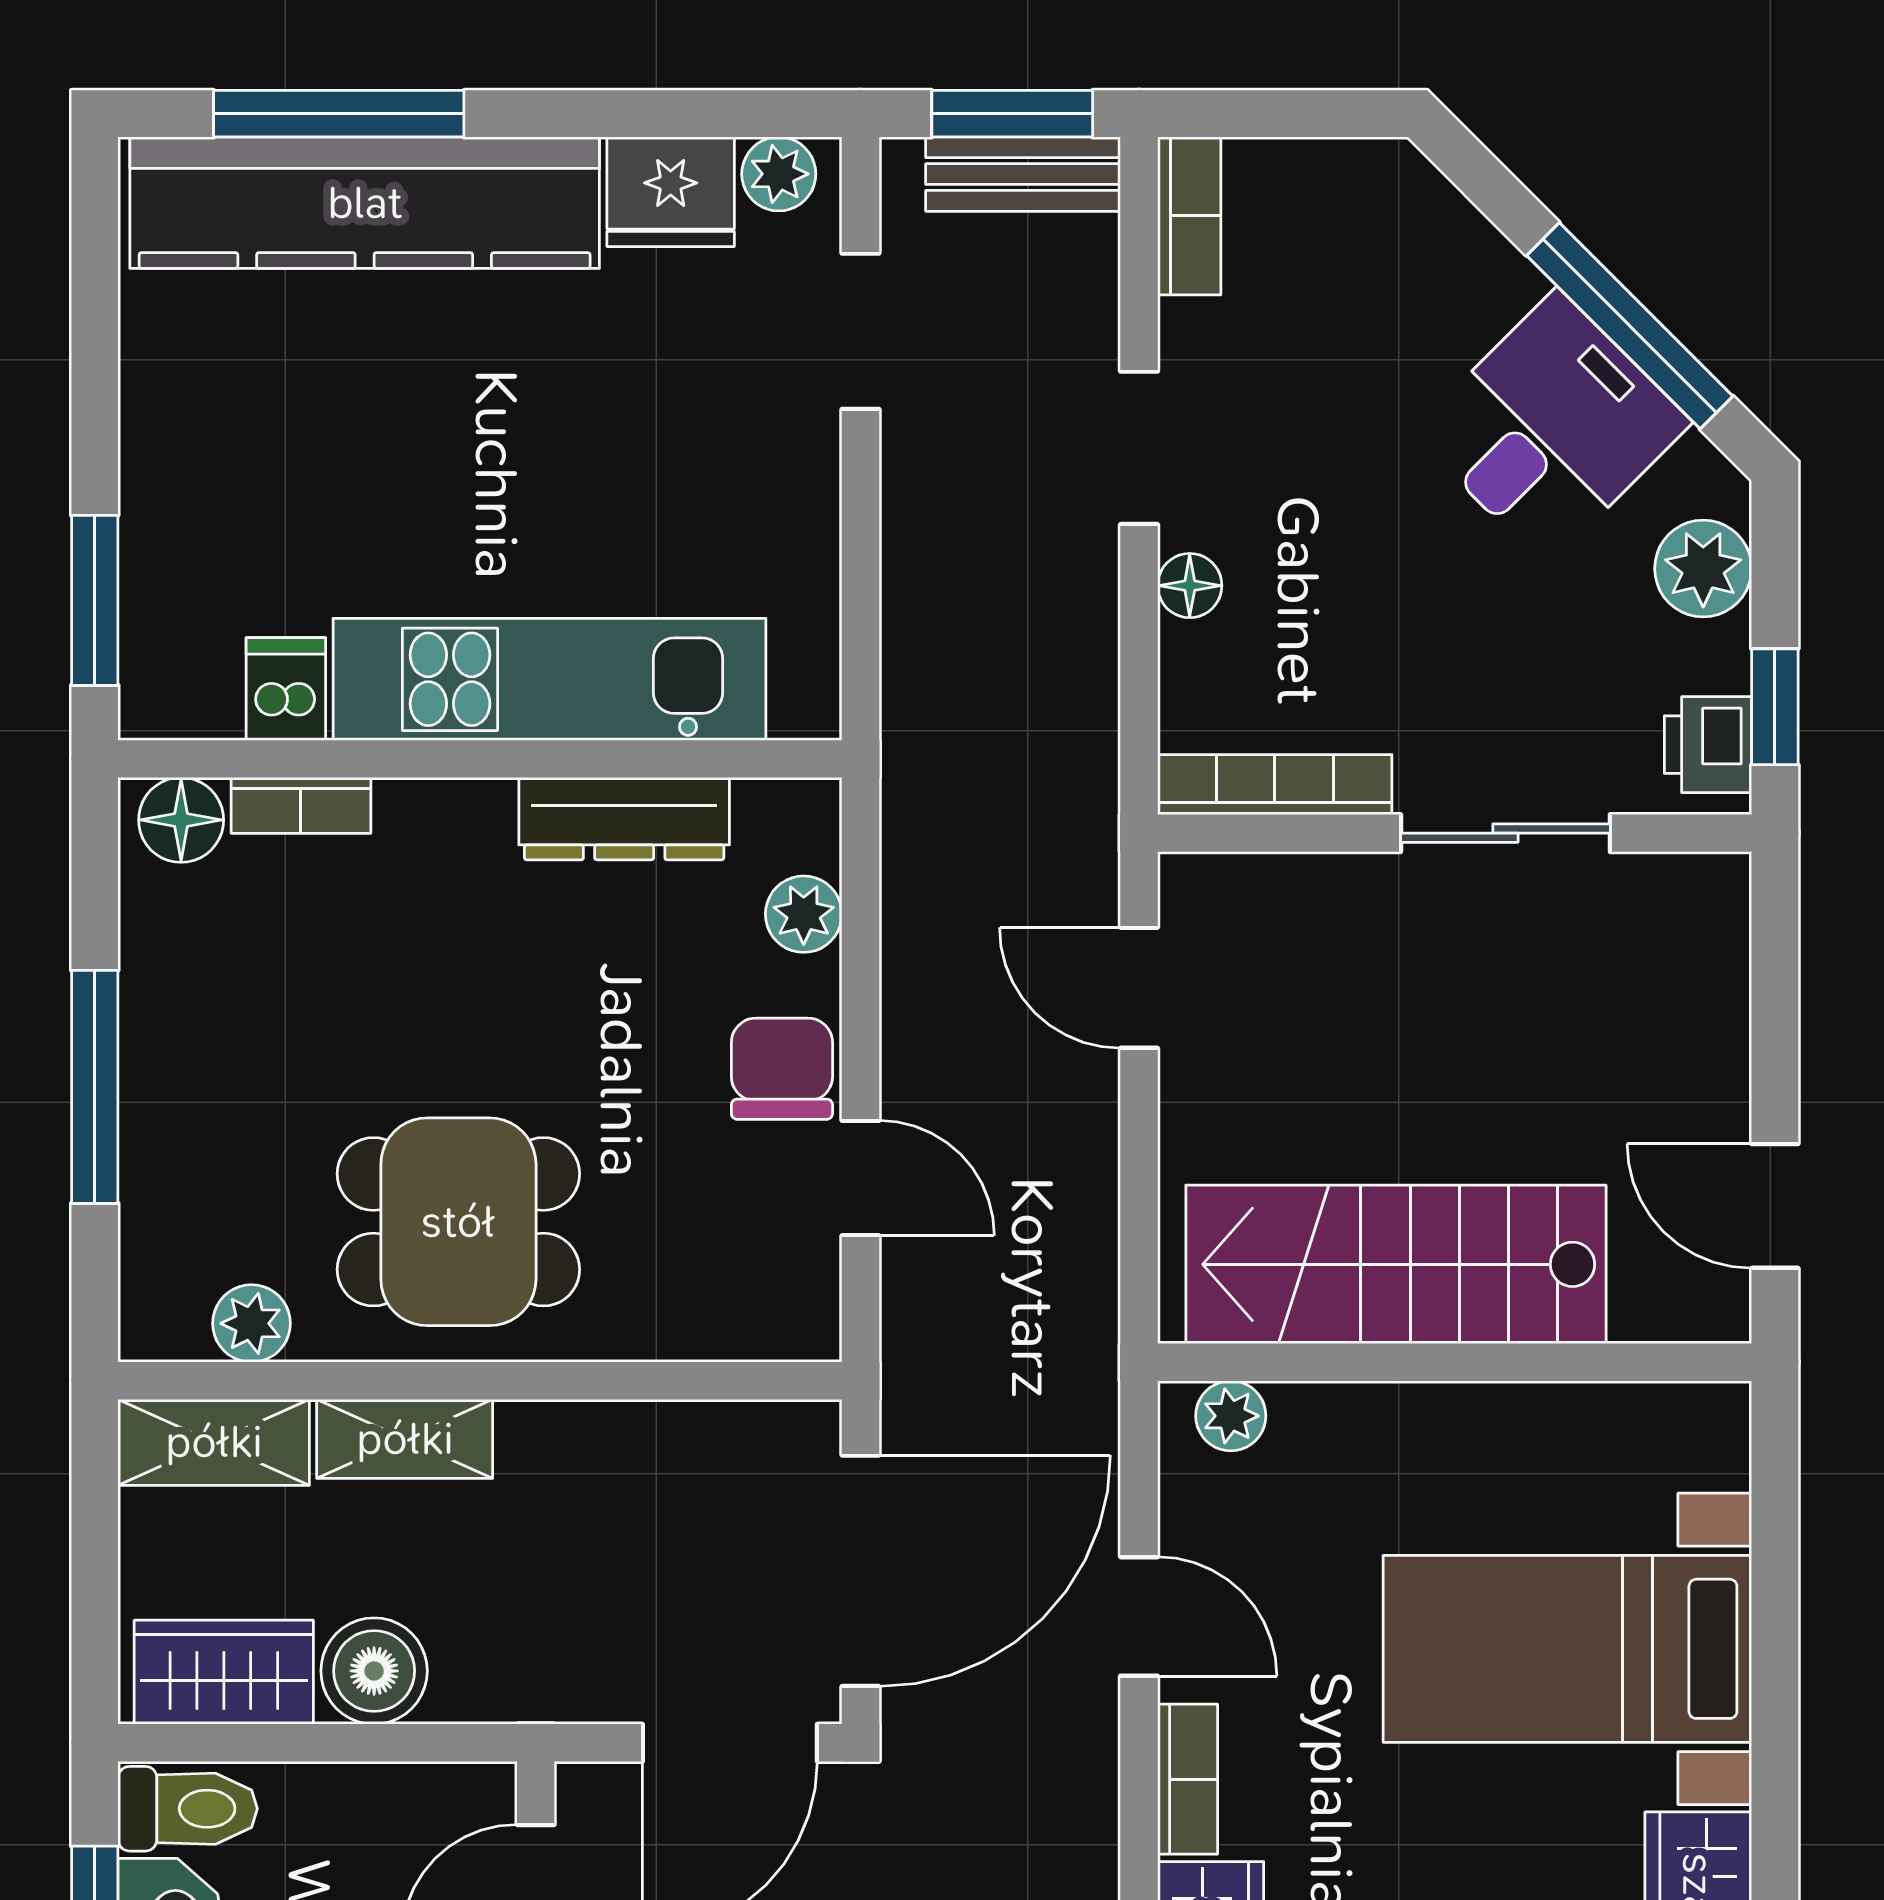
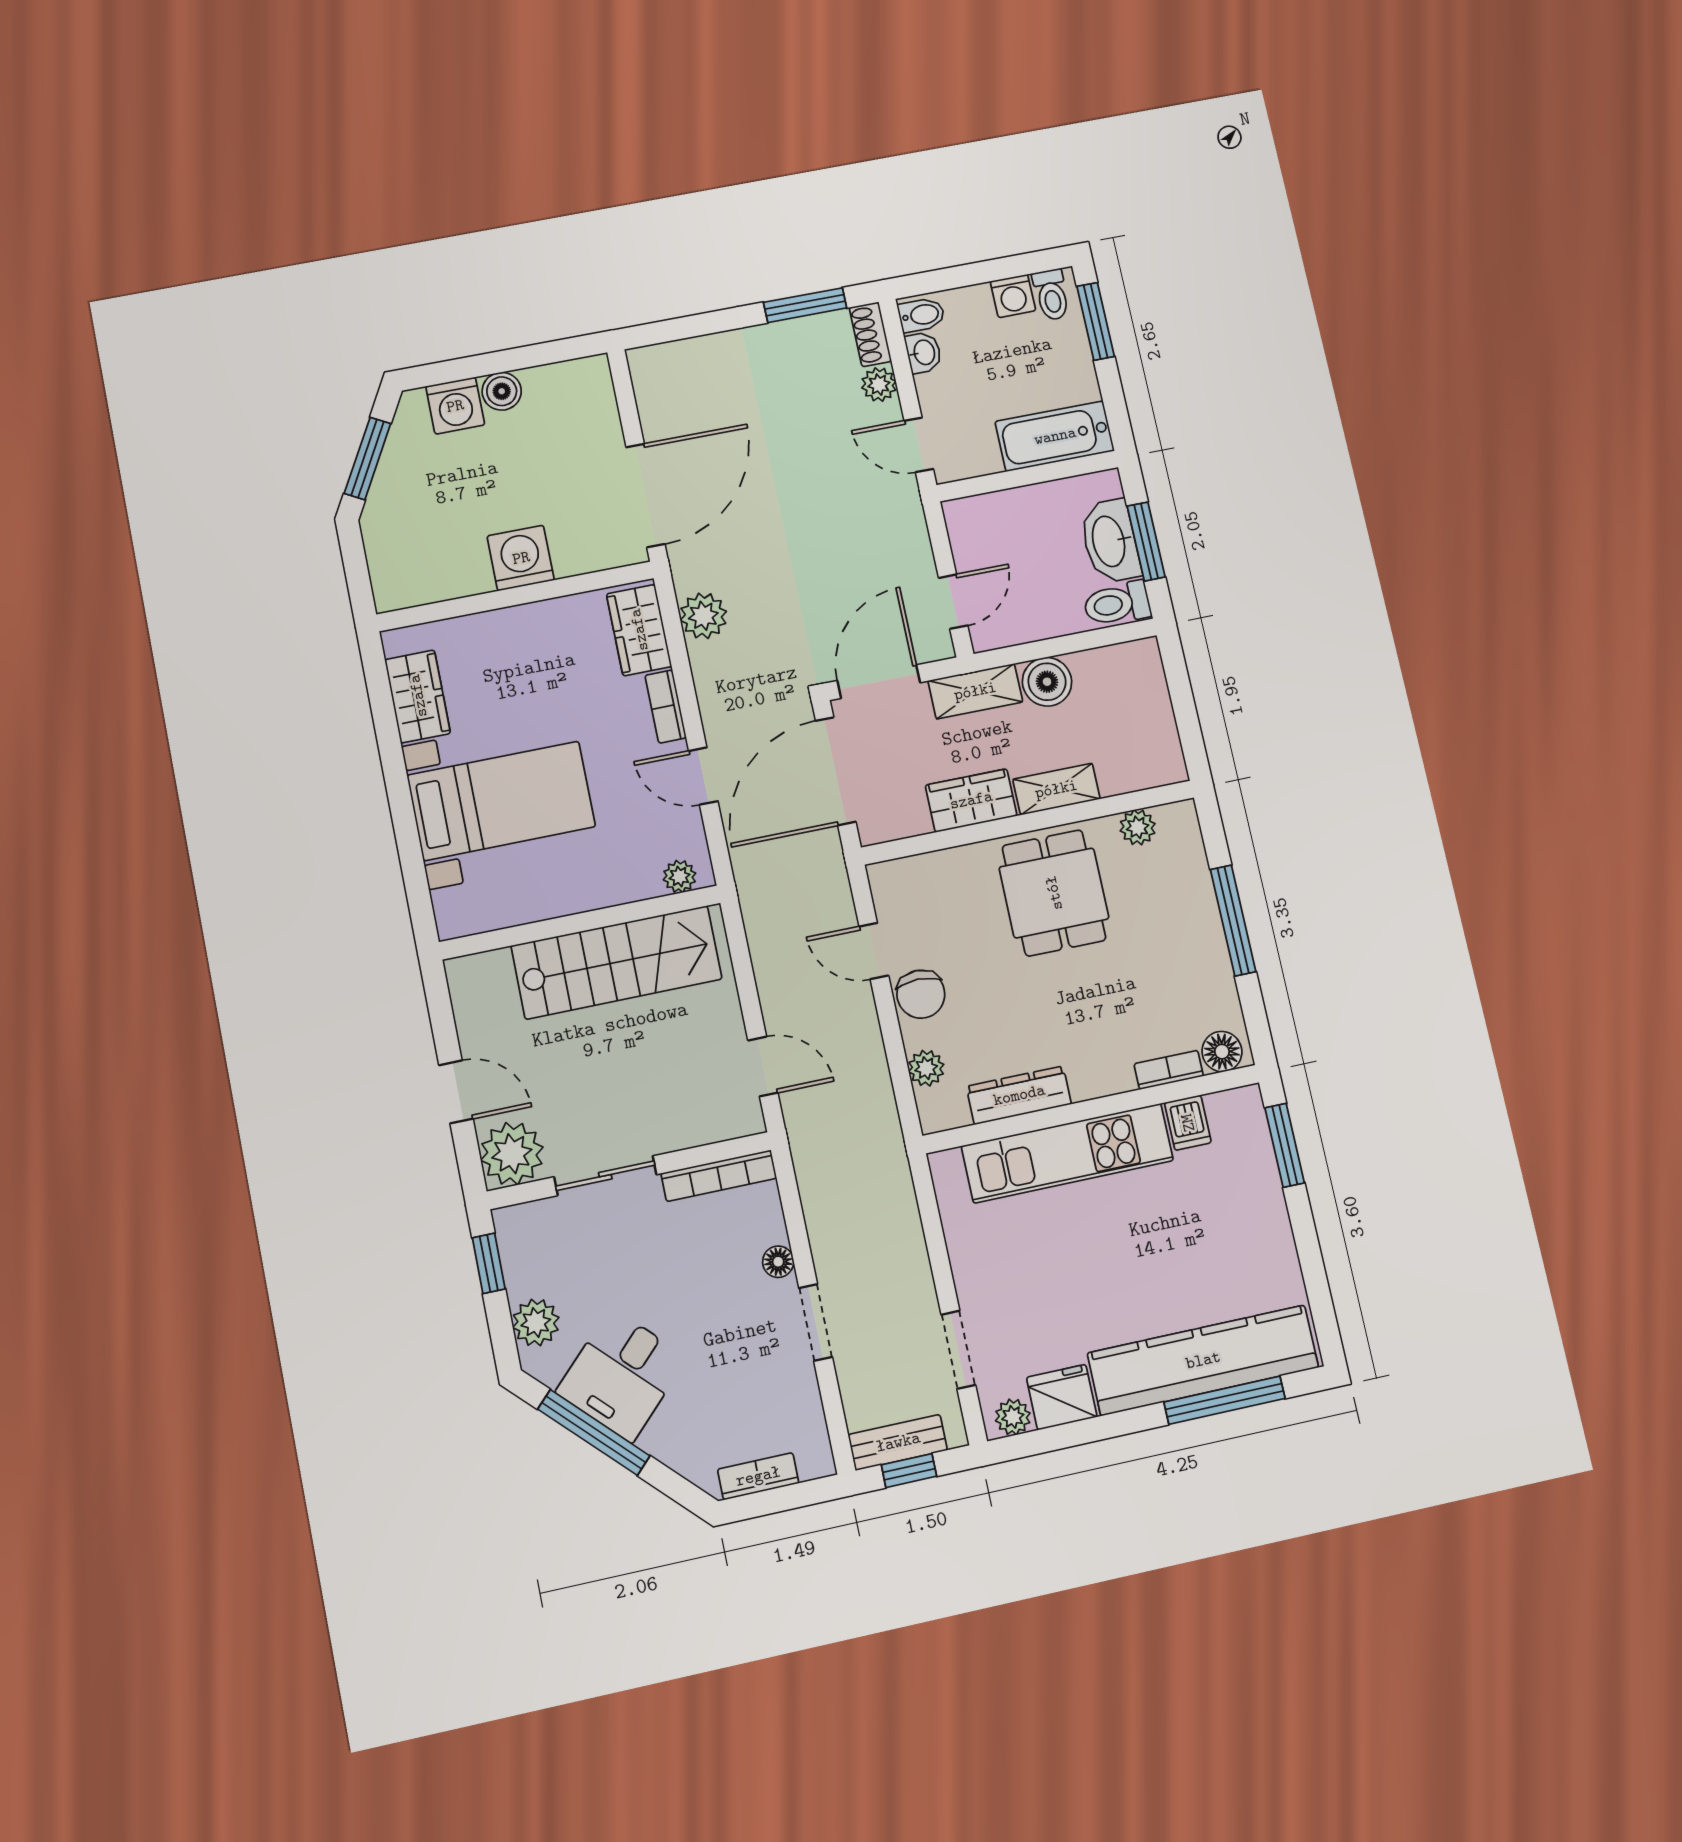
window: (1012, 114) -> (909, 1471), width x0.67
bookcase: (1189, 216) -> (758, 1476), moved, turned 90
printer: (1708, 745) -> (517, 1238), removed
plant: (1686, 917) -> (512, 1154), added
door: (1775, 1206) -> (456, 1092), moved
dining table: (458, 1222) -> (1054, 893), turned 90
shelving: (214, 1442) -> (975, 691), moved
wardrobe: (224, 1672) -> (971, 800), moved, turned 180

